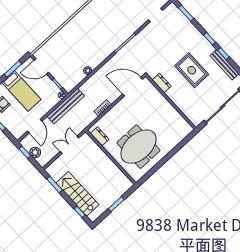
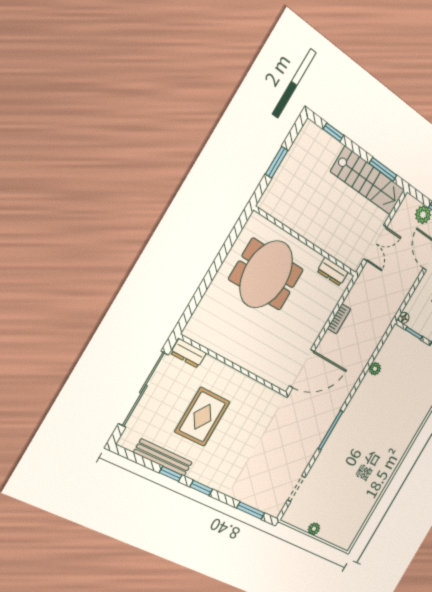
rug: (192, 70) -> (202, 417), moved, turned 90
dresser: (162, 83) -> (188, 353), moved
bench: (66, 106) -> (394, 303), removed
stairs: (77, 194) -> (368, 181), moved

